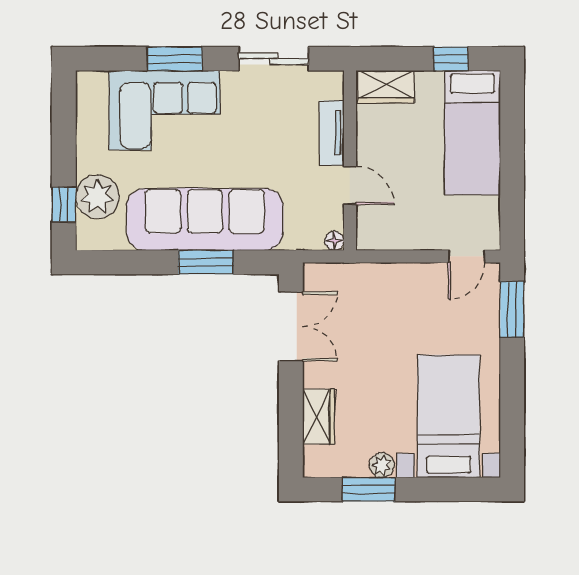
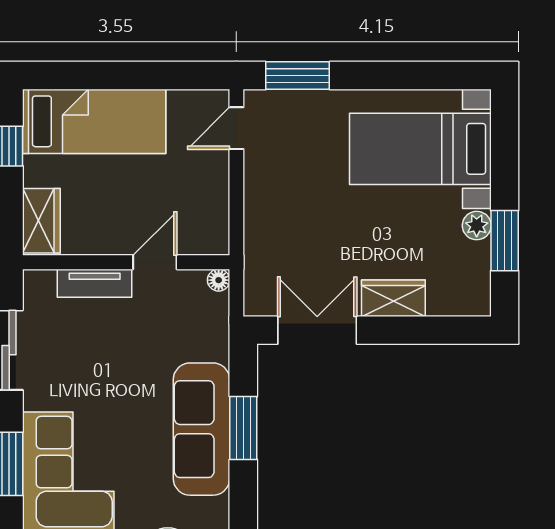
sofa: (205, 219) -> (201, 429), width x0.74, depth x0.79
door: (466, 256) -> (236, 128), swing flipped
wardrobe: (319, 416) -> (393, 298), moved

